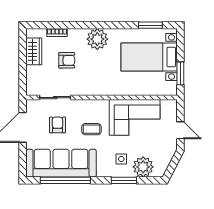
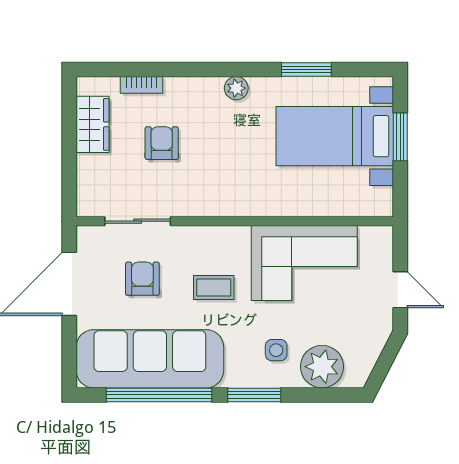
window: (150, 25) -> (306, 69), moved
plant: (97, 39) -> (236, 88), width x0.53, depth x0.53
armchair: (67, 60) -> (162, 143), turned -90
window: (180, 73) -> (400, 137), moved
window: (124, 180) -> (254, 395), moved

